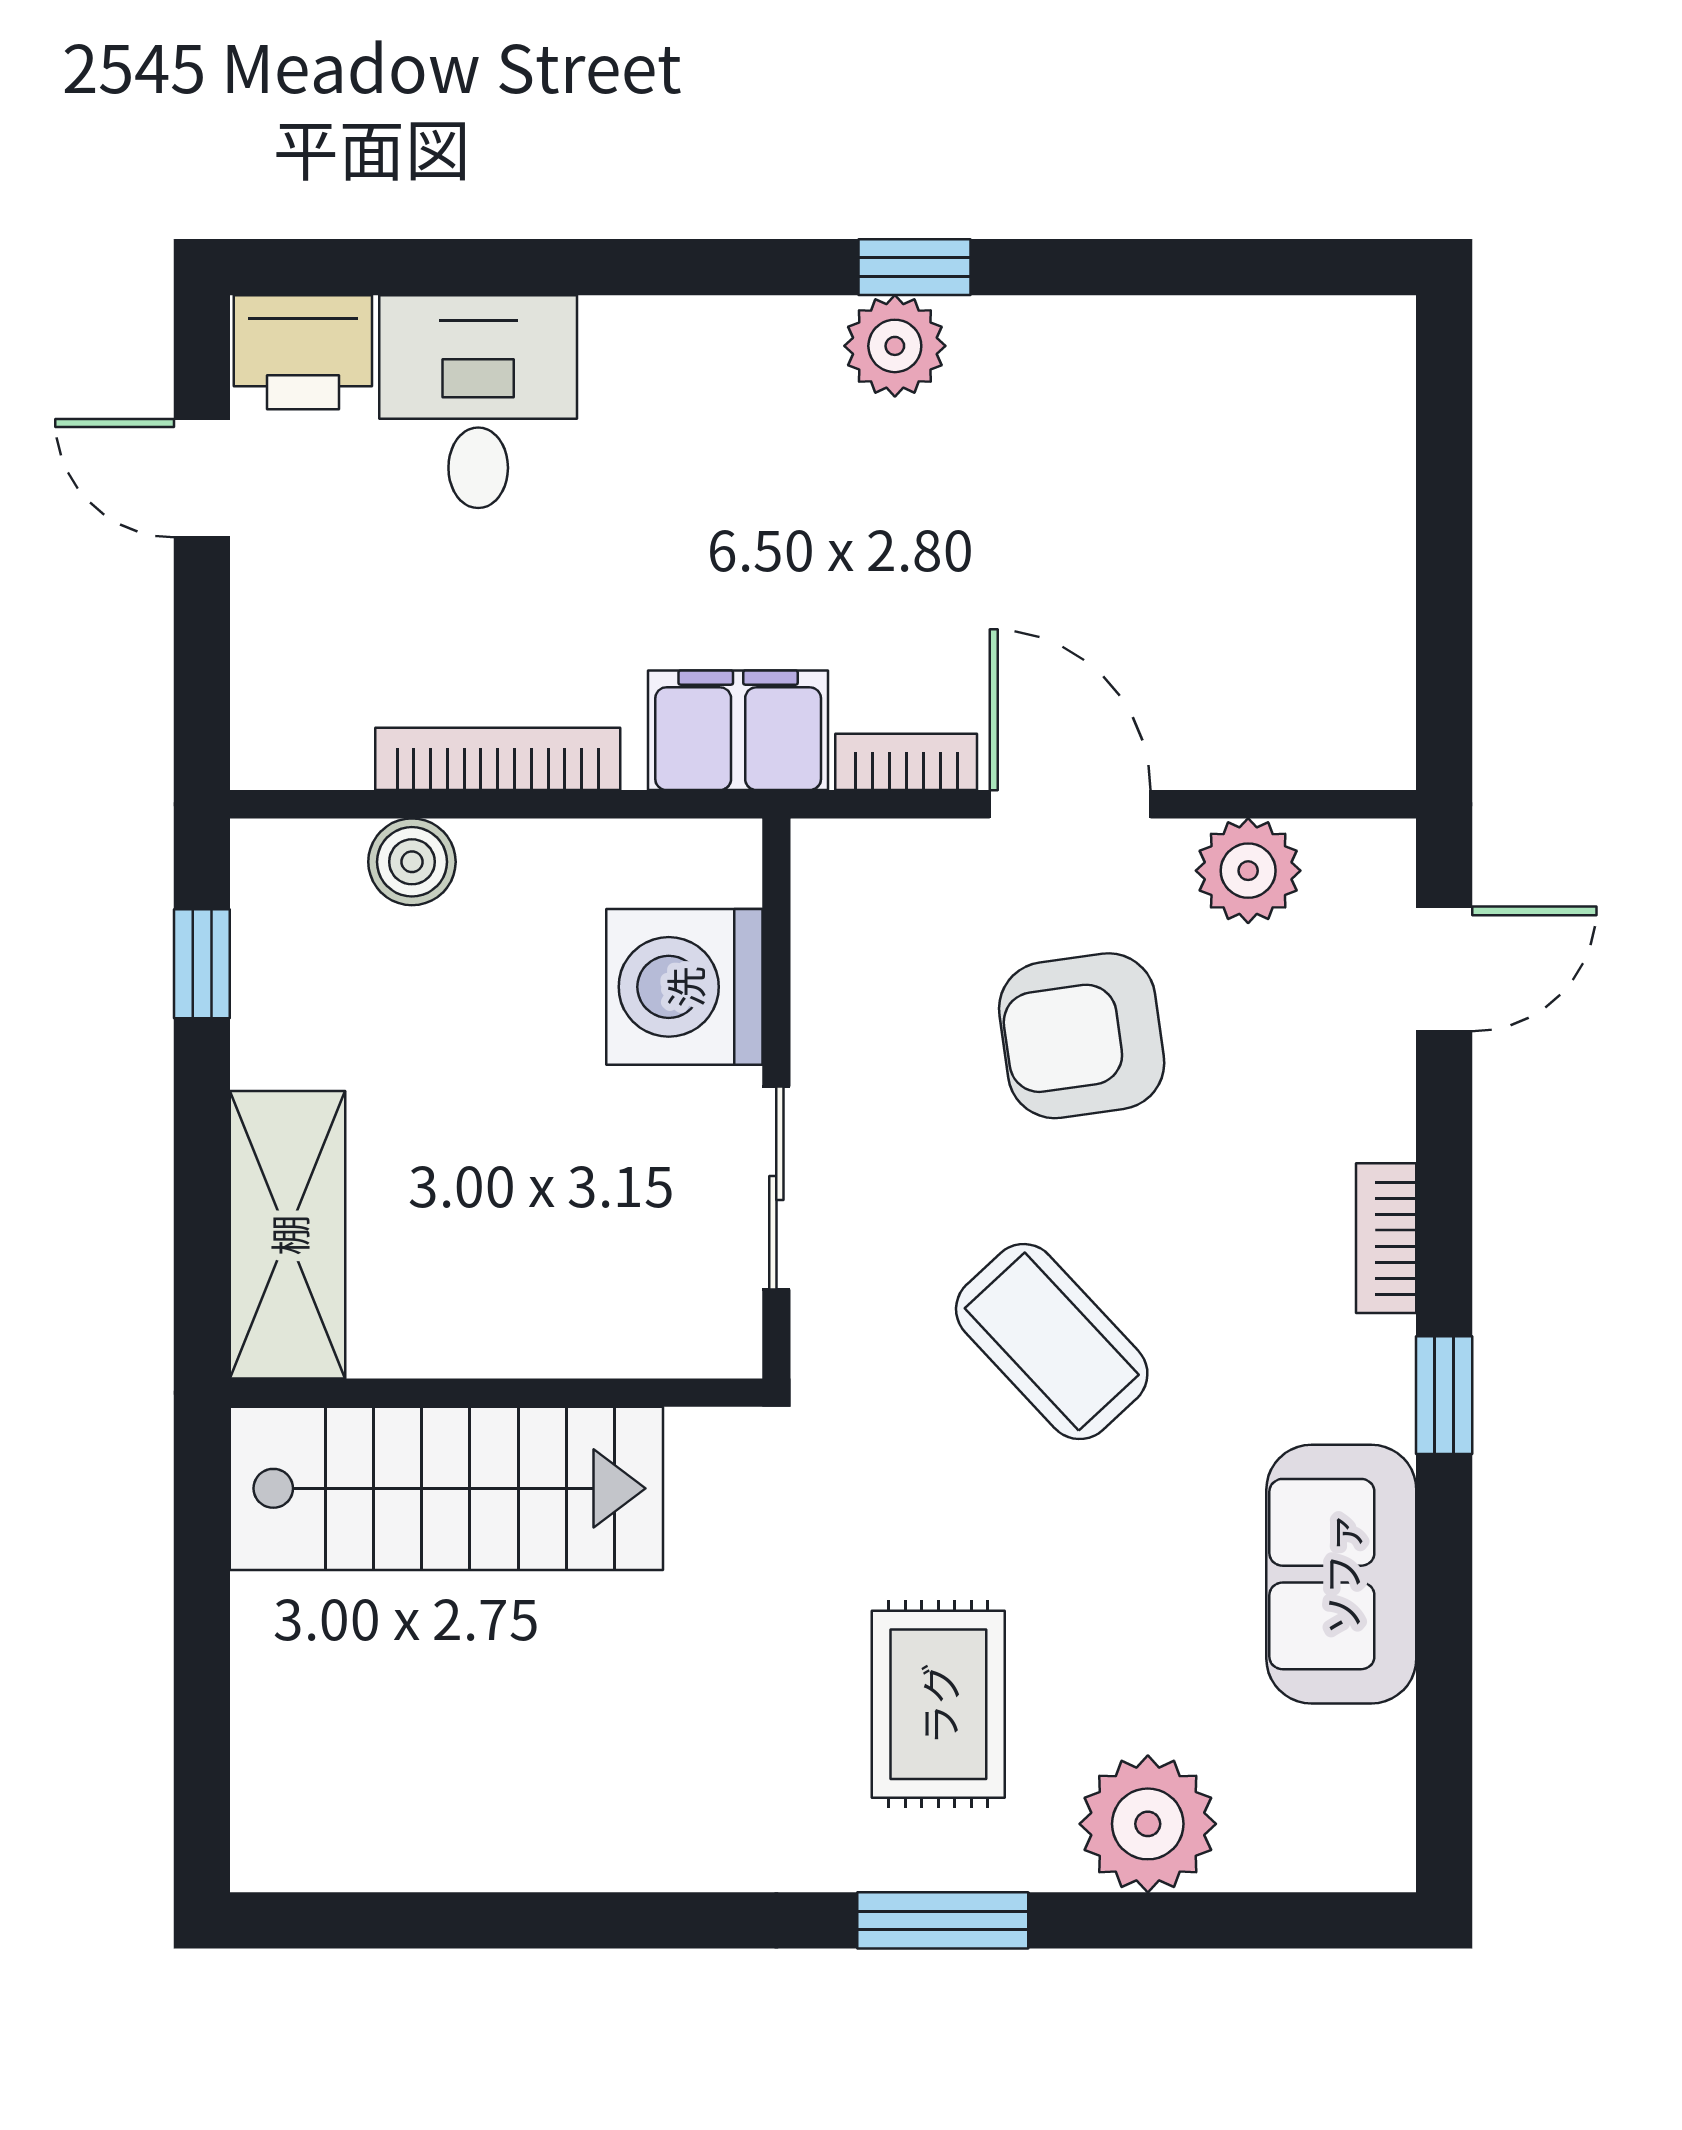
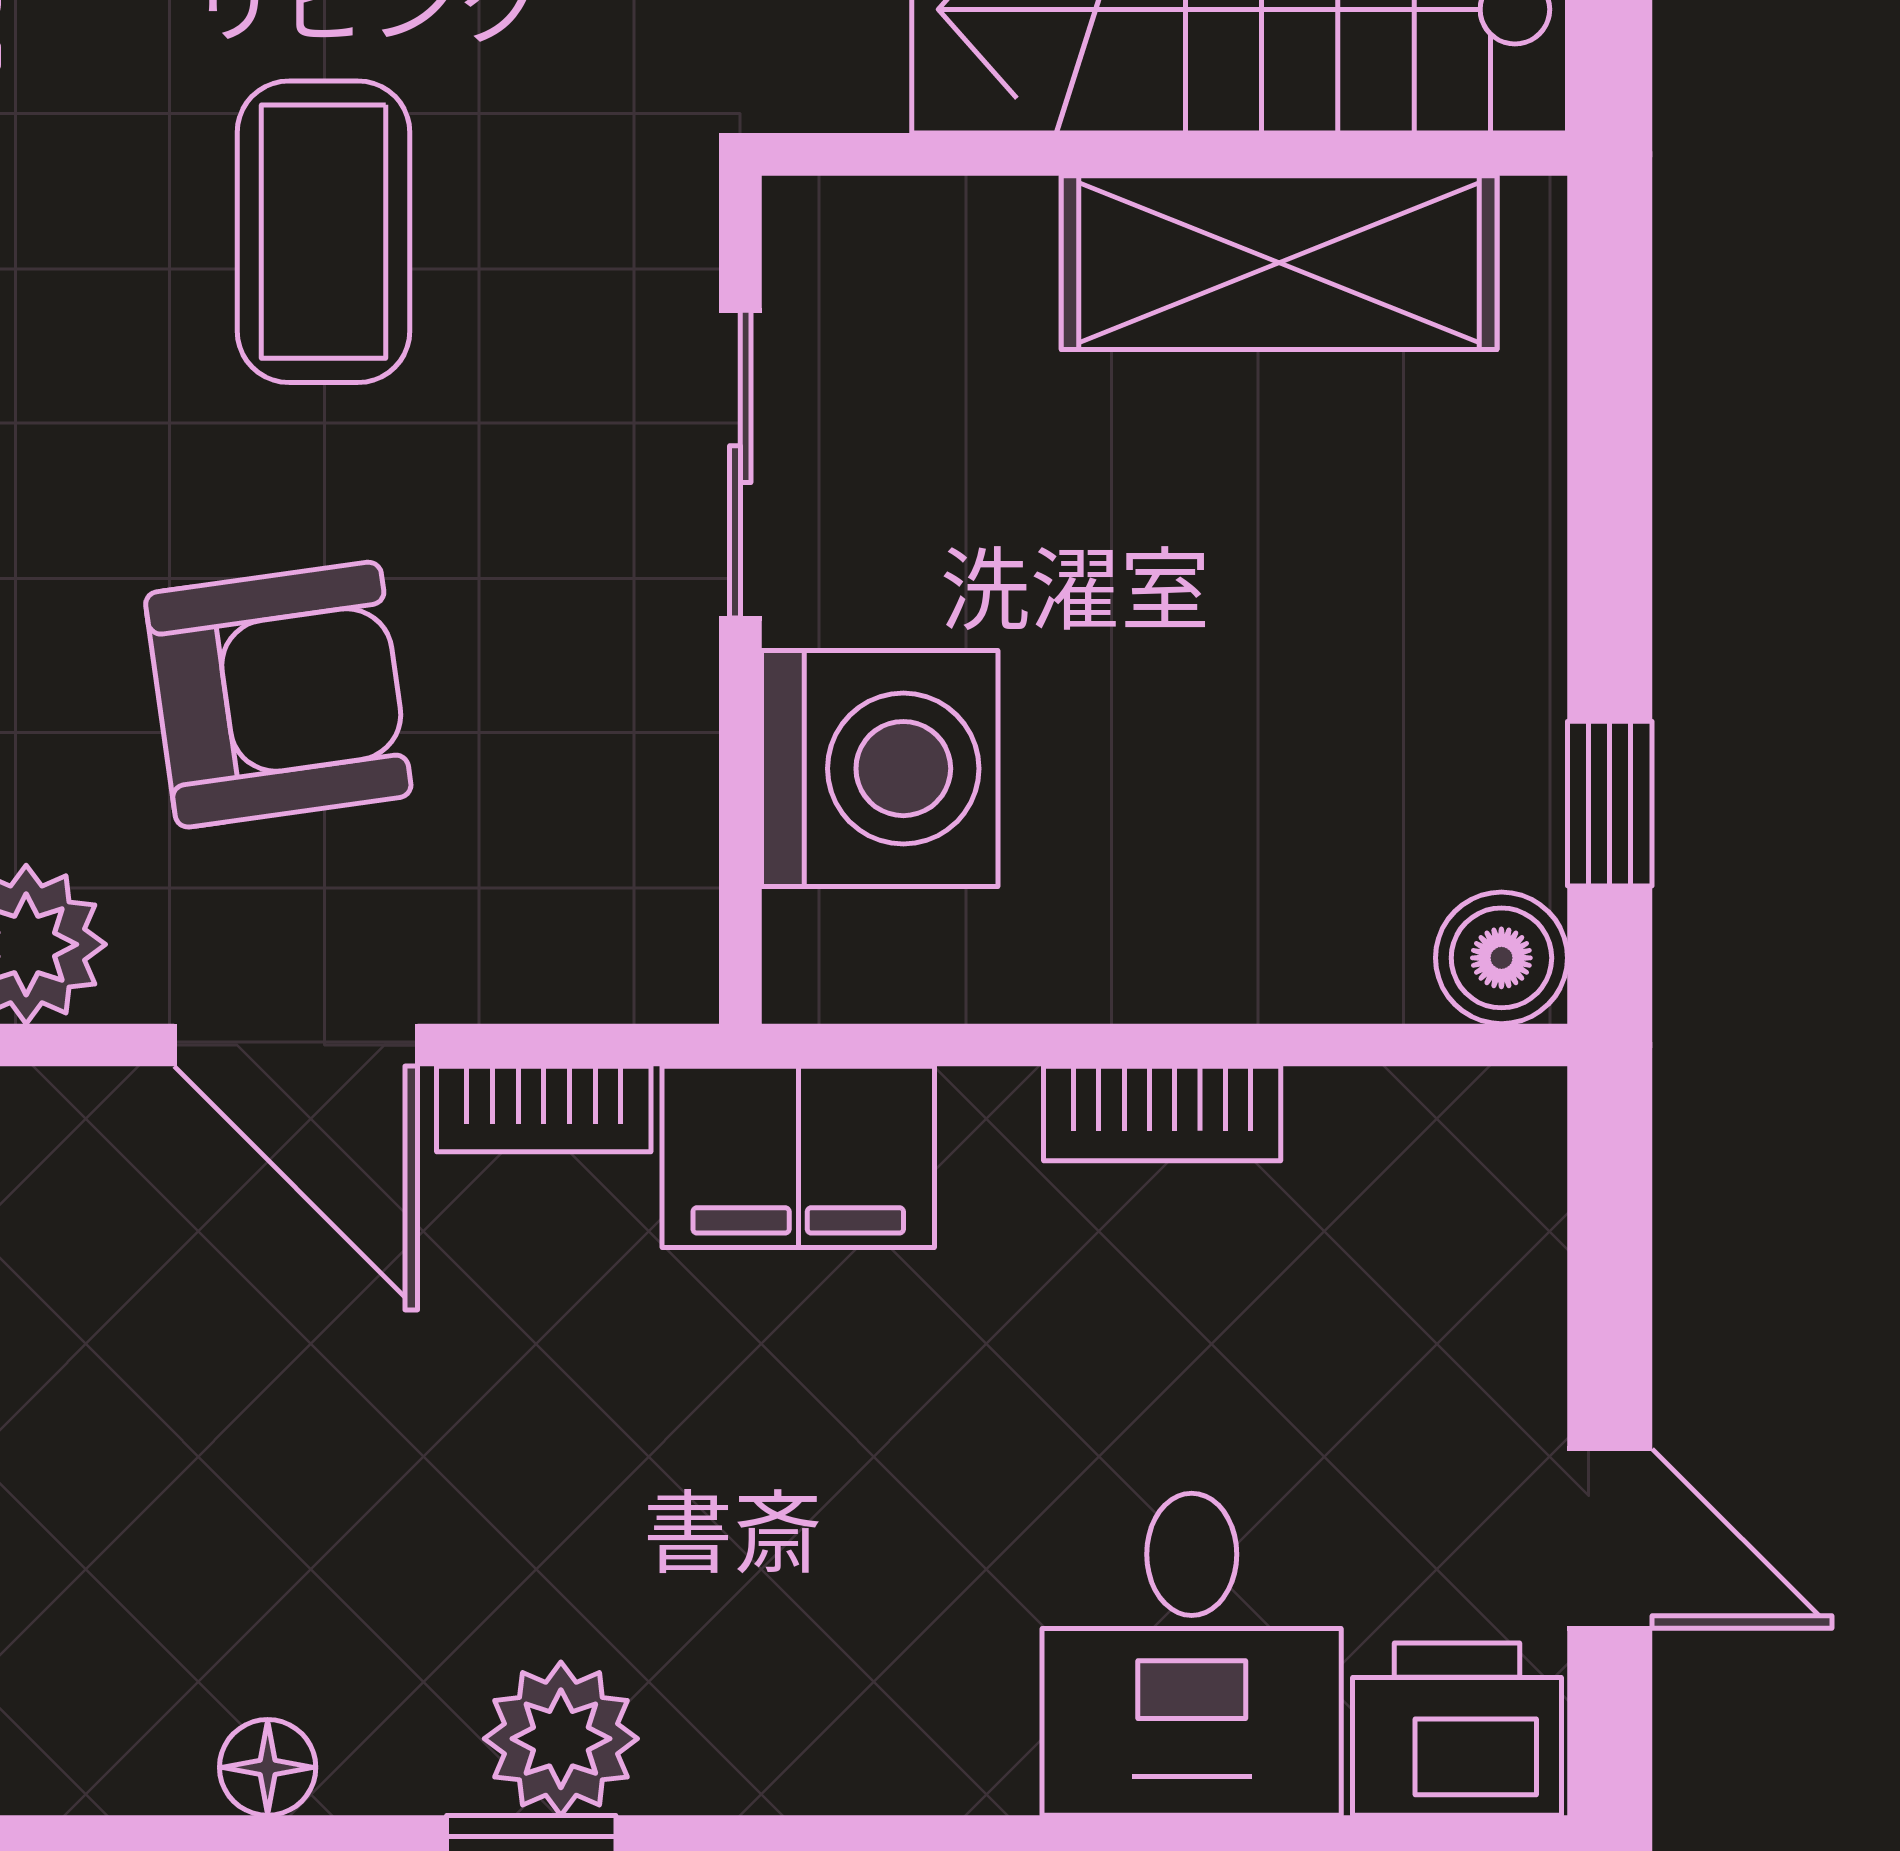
floor lamp: (1089, 327) -> (268, 1767), added
bookcase: (498, 759) -> (1162, 1114), width x0.64
boiler: (412, 862) -> (1501, 958), moved
shelving: (288, 1235) -> (1279, 263), moved, turned 90
coffee table: (1052, 1342) -> (324, 232), turned 43

